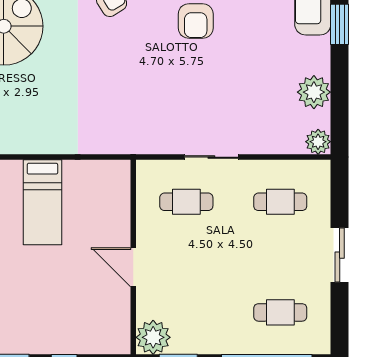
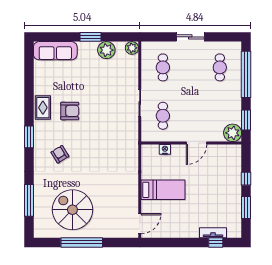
window: (340, 24) -> (90, 37), moved
nightstand: (121, 206) -> (165, 149), added

